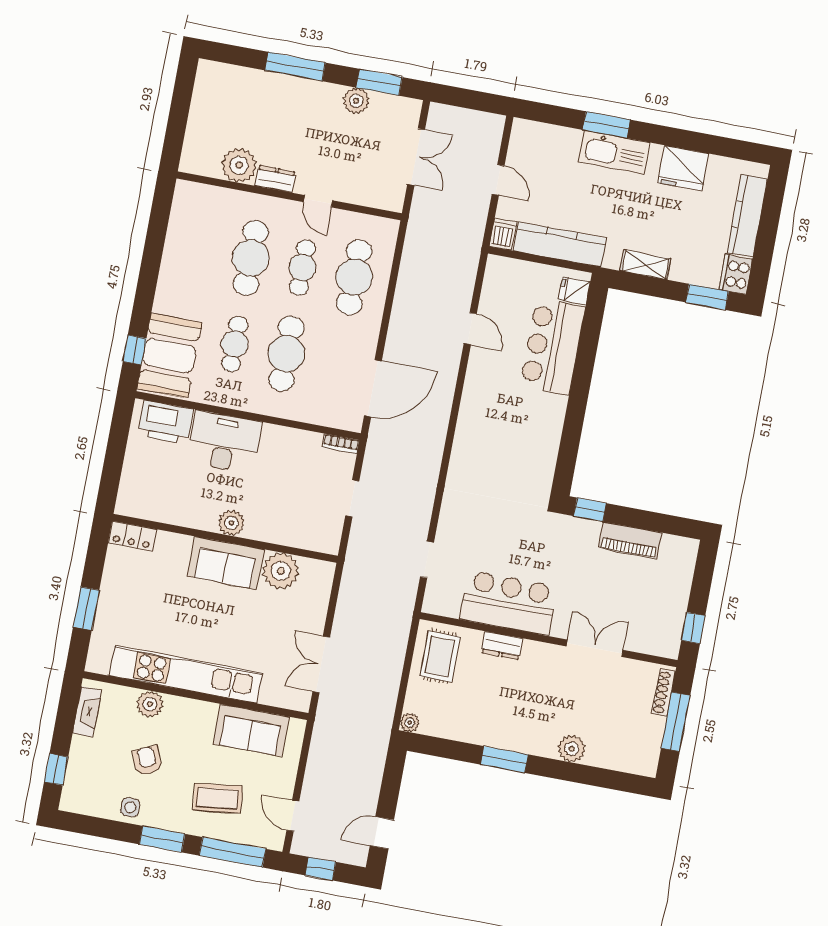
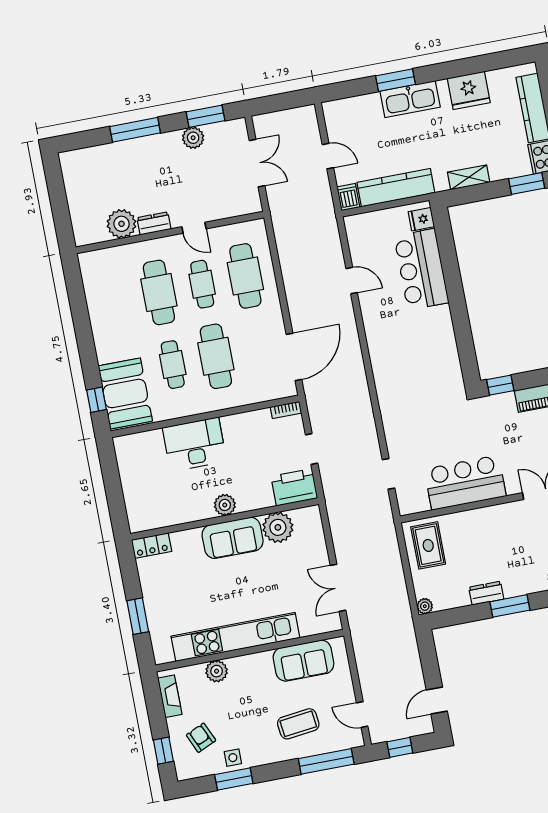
printer: (165, 422) -> (294, 487), moved, turned 180
dresser: (502, 646) -> (486, 593), moved, turned 180
armchair: (147, 761) -> (201, 738), moved
window: (162, 839) -> (234, 779), moved

